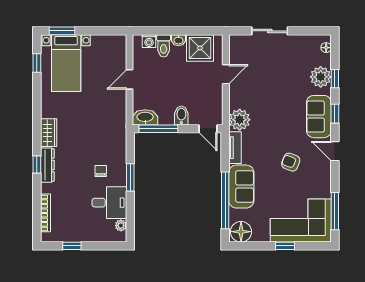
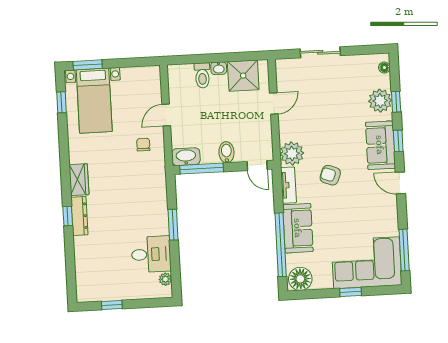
washing machine: (149, 41) -> (186, 71), removed
armchair: (291, 162) -> (330, 175), moved
chair: (101, 171) -> (143, 145), moved
bookcase: (45, 213) -> (80, 270), removed

